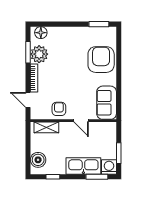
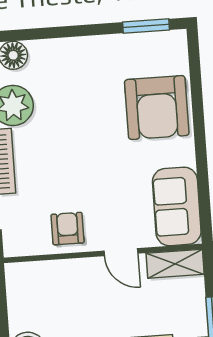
armchair: (101, 60) -> (157, 108), turned 180
shelving: (46, 127) -> (175, 264), moved

